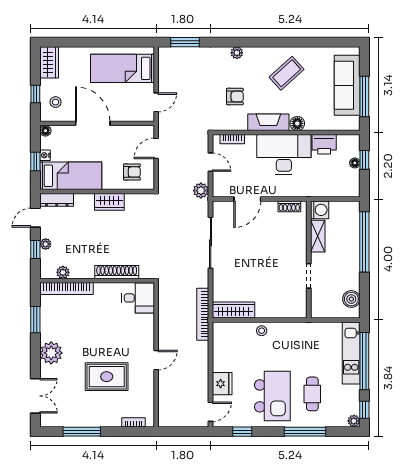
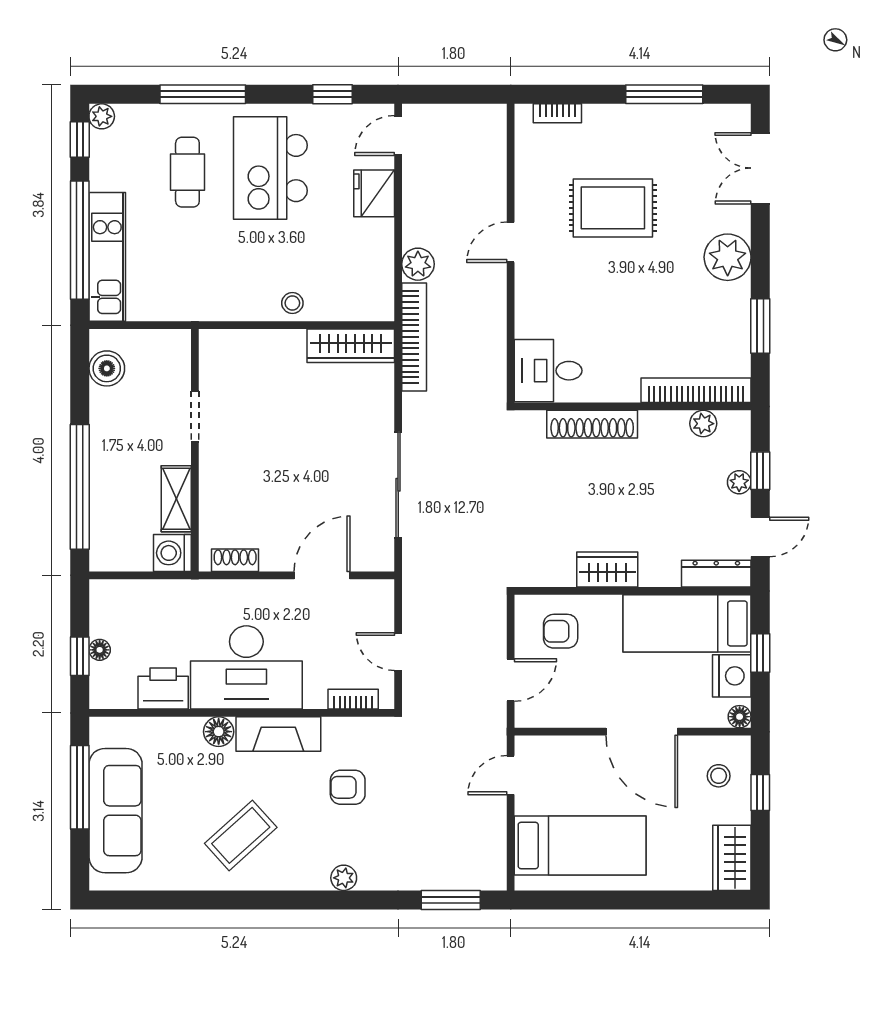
nightstand: (45, 155) -> (732, 676), width x1.89, depth x1.79
plant: (201, 191) -> (418, 264), moved

